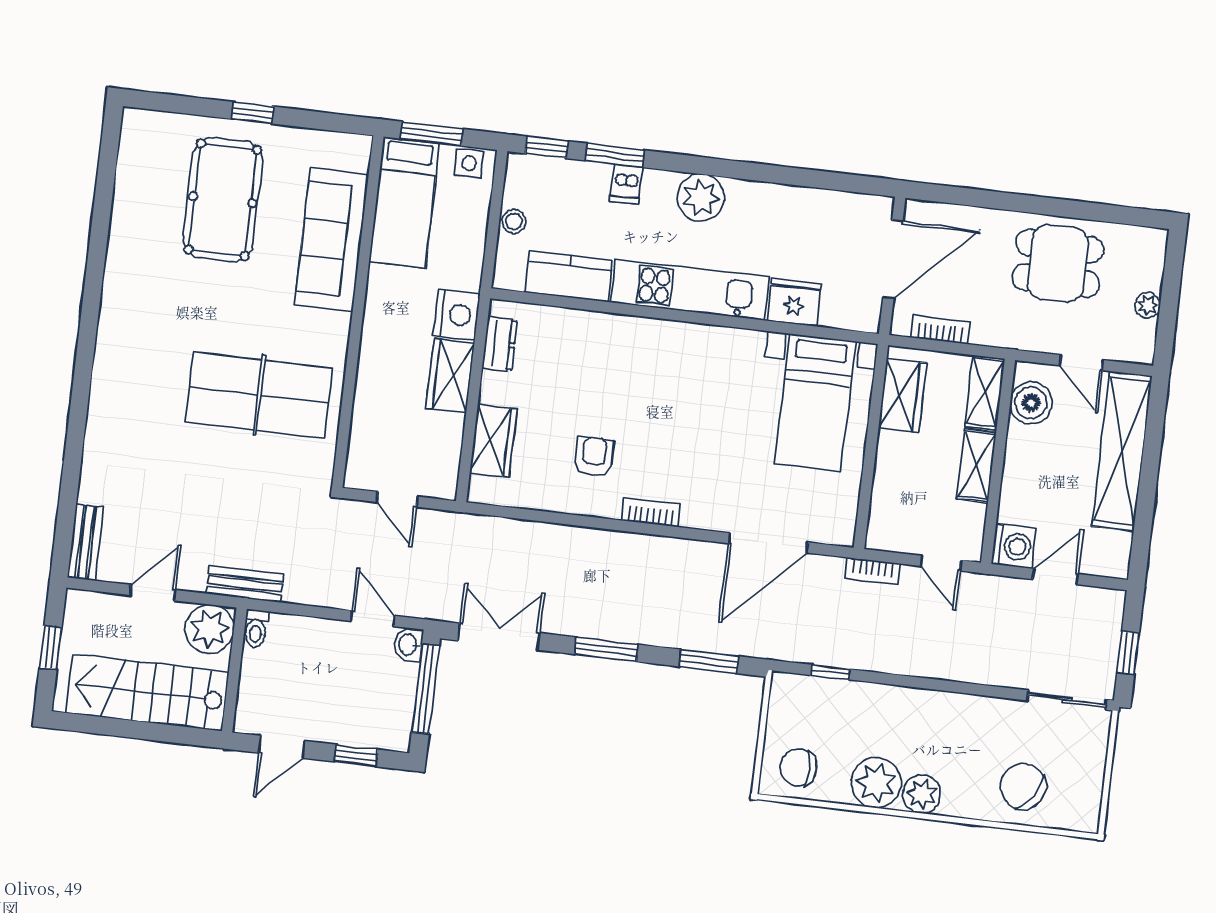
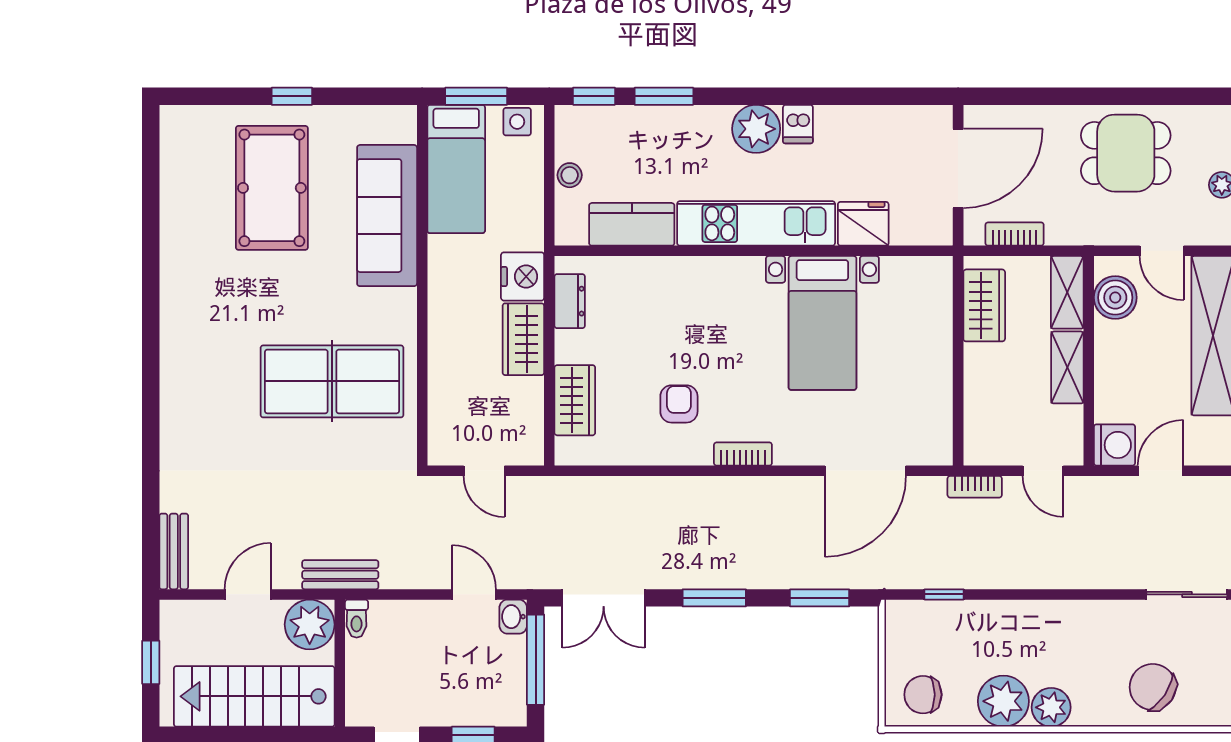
dishwasher: (626, 184) -> (798, 124), moved
bed with nightstands: (815, 403) -> (822, 323), moved
double door: (499, 637) -> (604, 598), swing flipped

